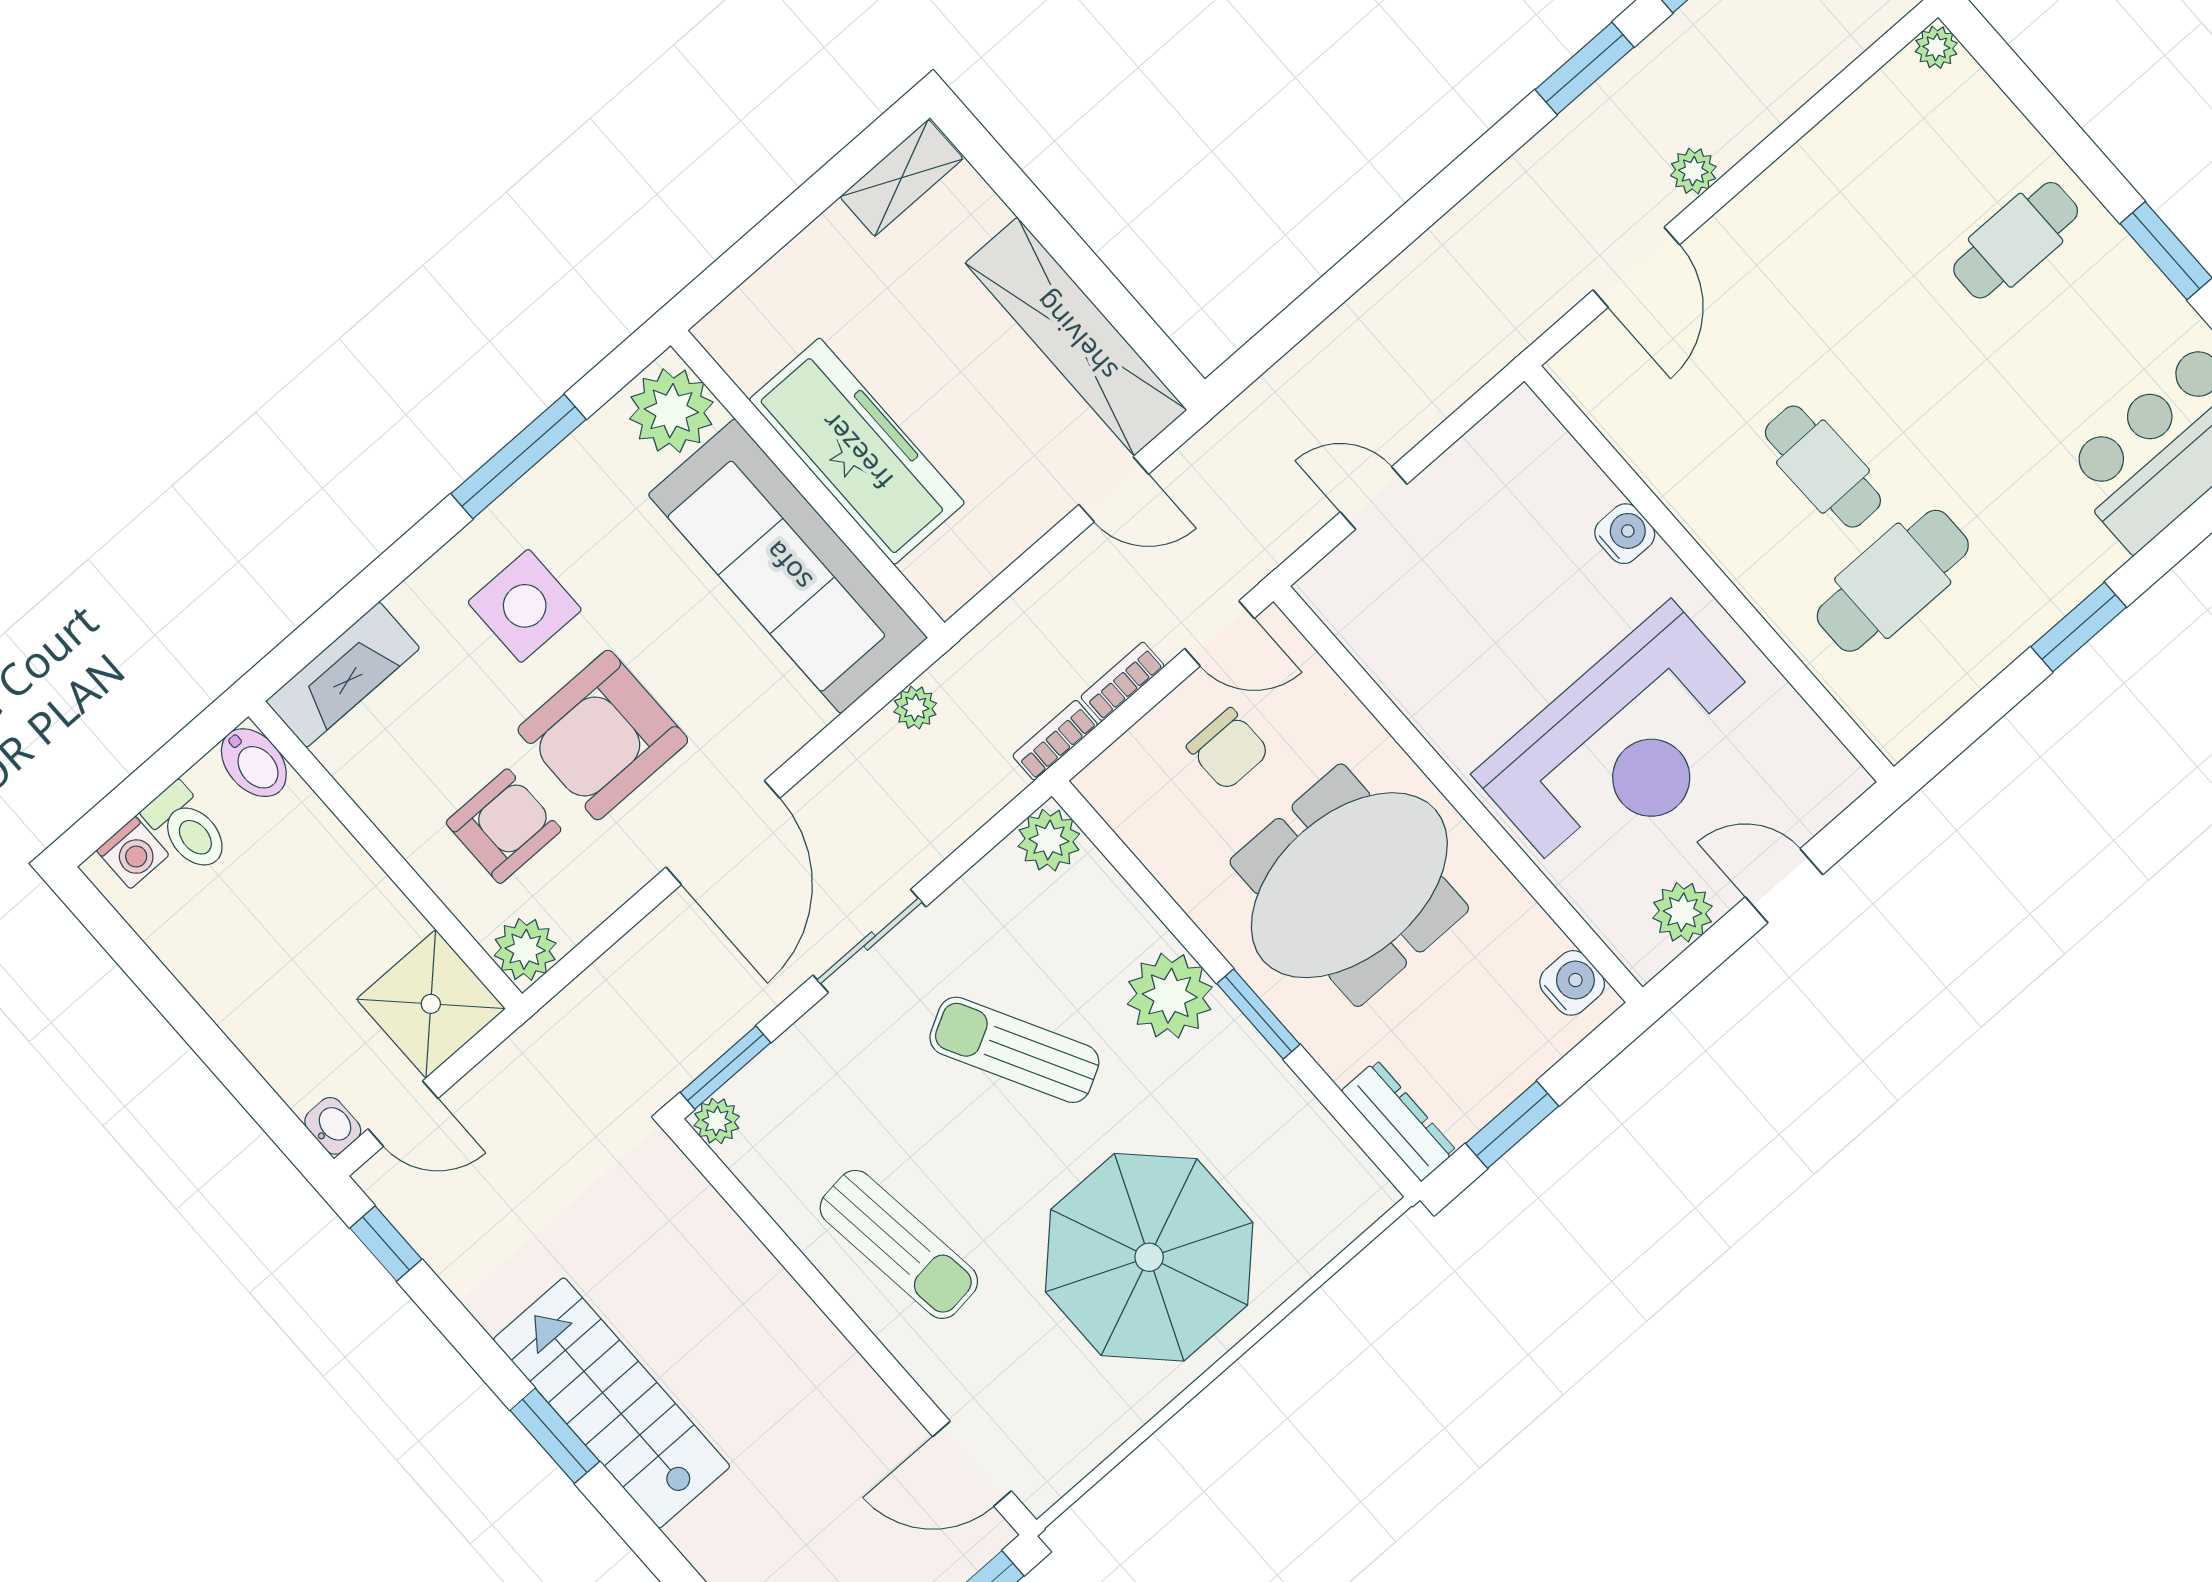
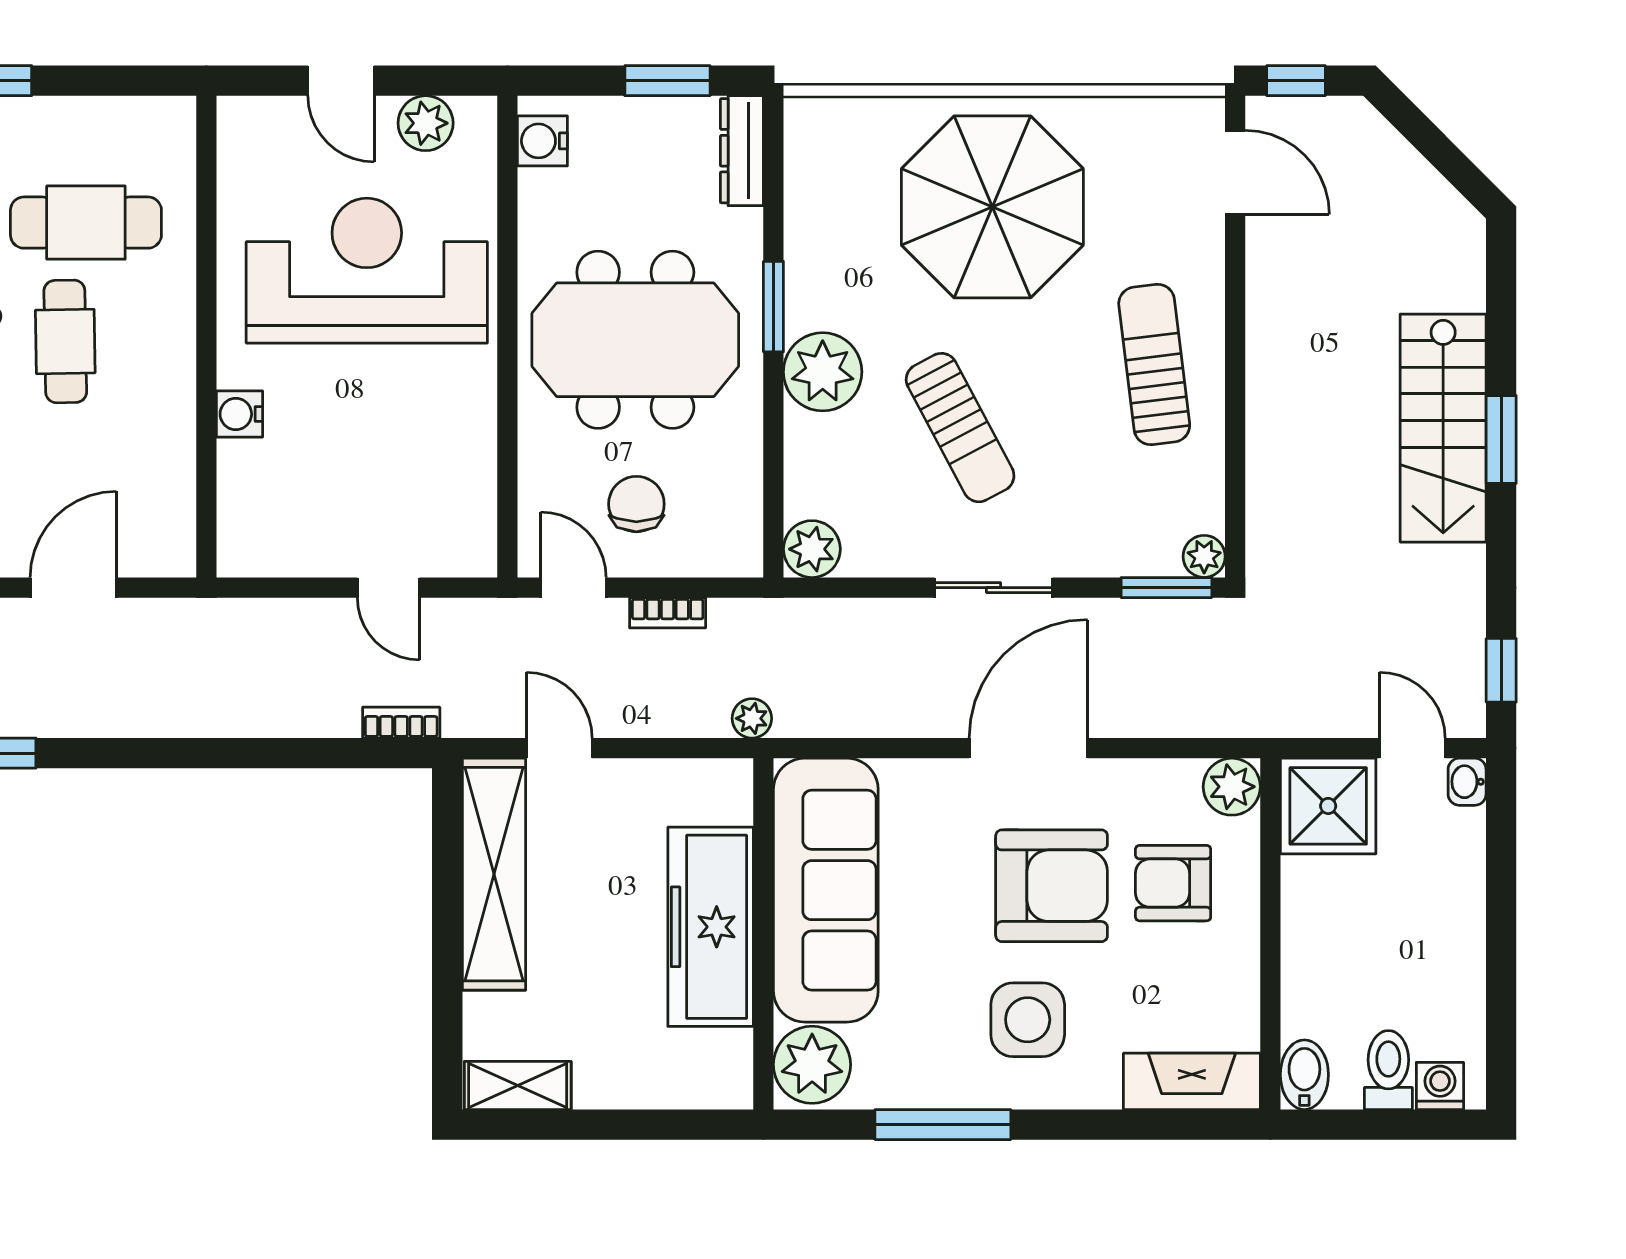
plant: (915, 708) -> (752, 718), moved
bookcase: (1055, 740) -> (401, 723), moved, turned 180

